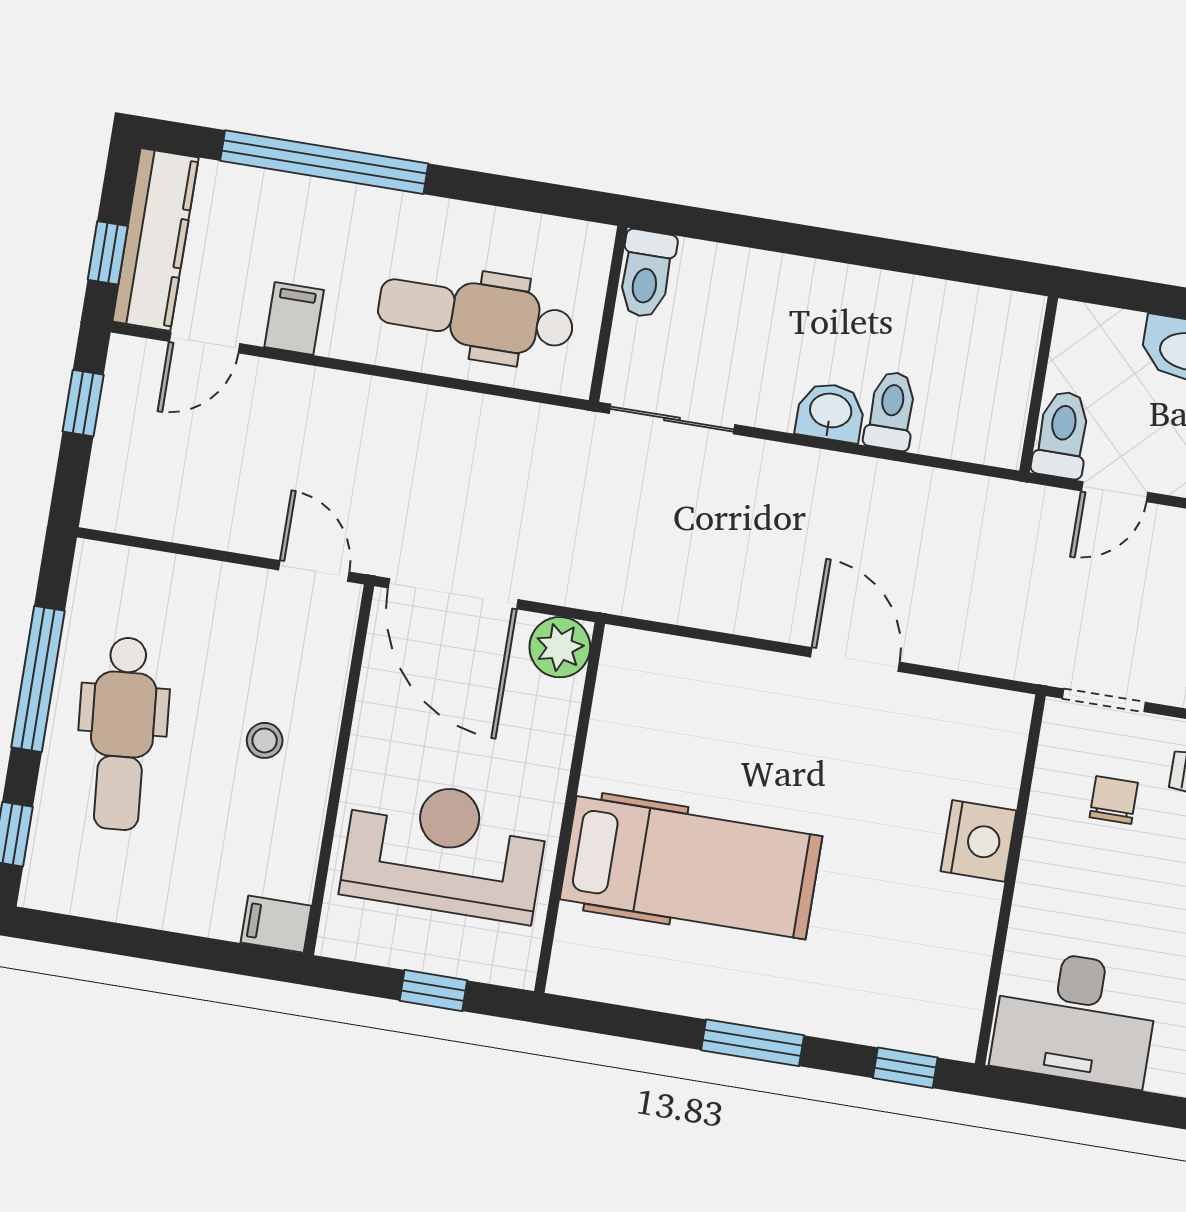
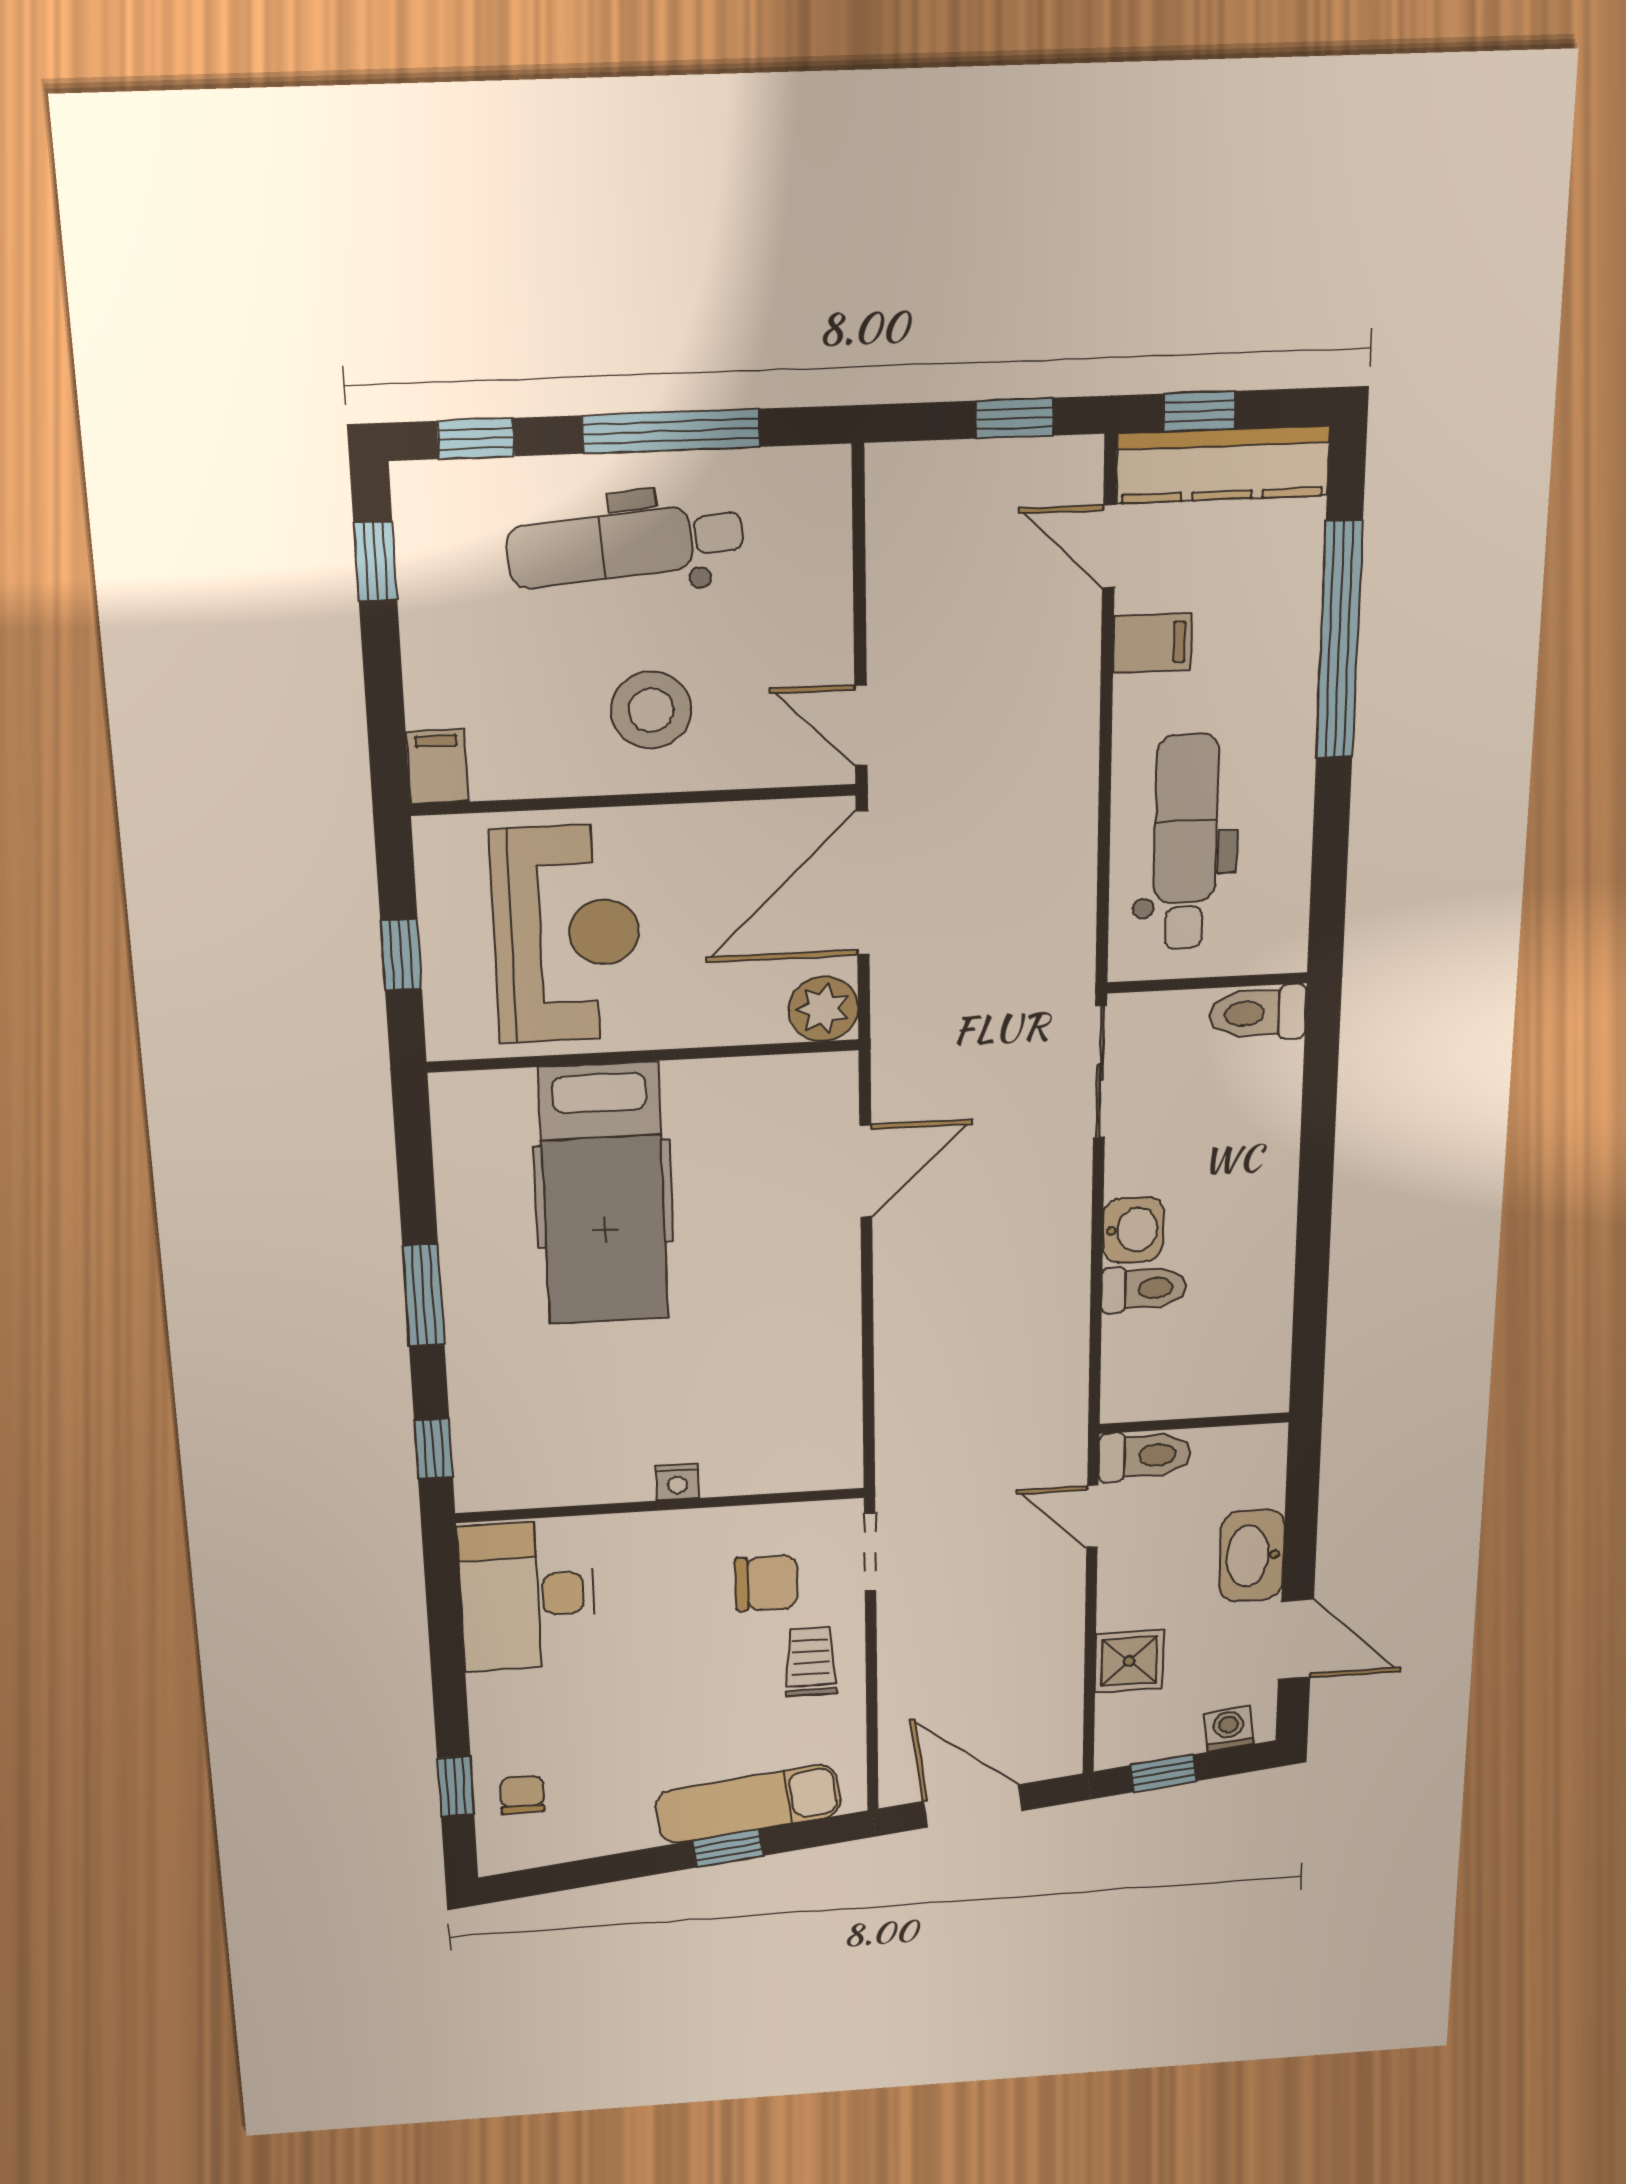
door: (314, 571) -> (861, 725), swing flipped
door: (855, 660) -> (866, 1171), moved
stool: (265, 740) -> (651, 710), width x1.89, depth x1.89
chair: (1114, 800) -> (766, 1583), width x1.37, depth x1.37
nightstand: (979, 841) -> (677, 1482), width x0.53, depth x0.56
window: (95, 935) -> (375, 561), added

